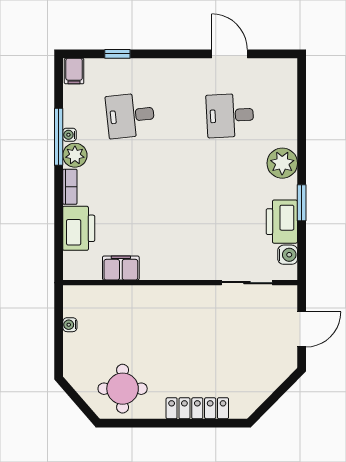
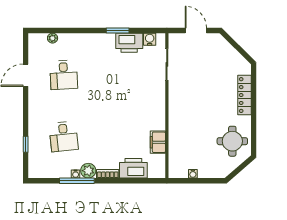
filing cabinet: (74, 71) -> (36, 171), removed
plant: (282, 163) -> (53, 38), moved, width x0.53, depth x0.53

